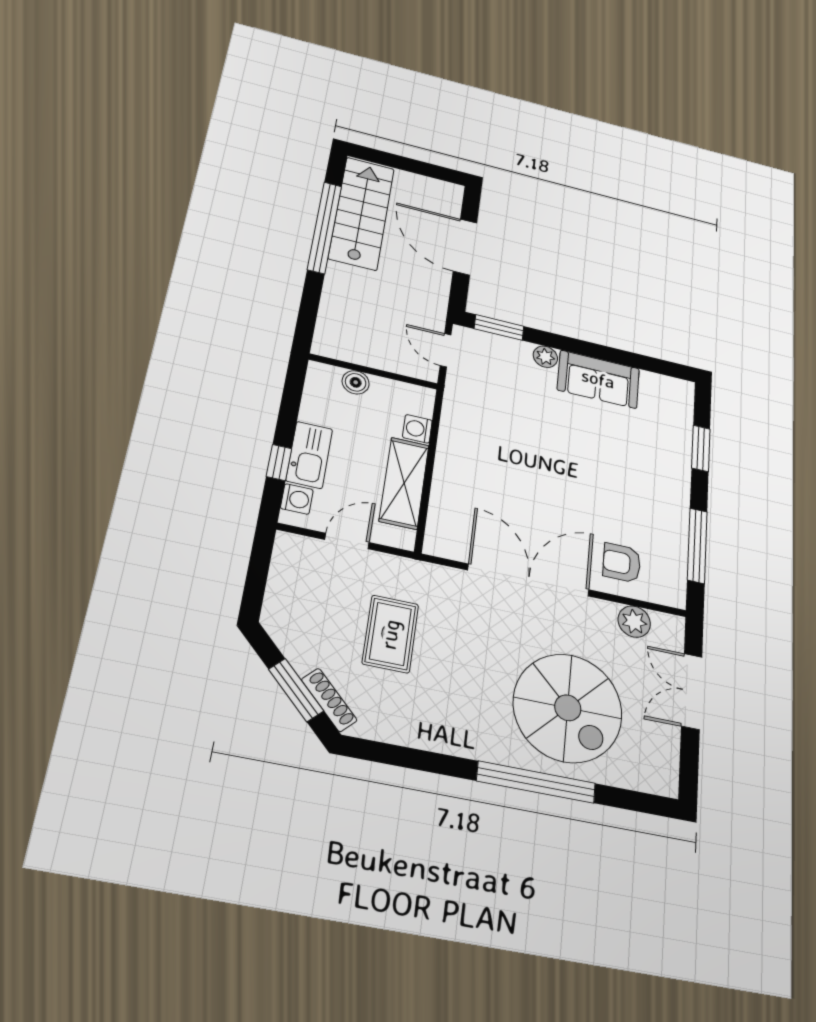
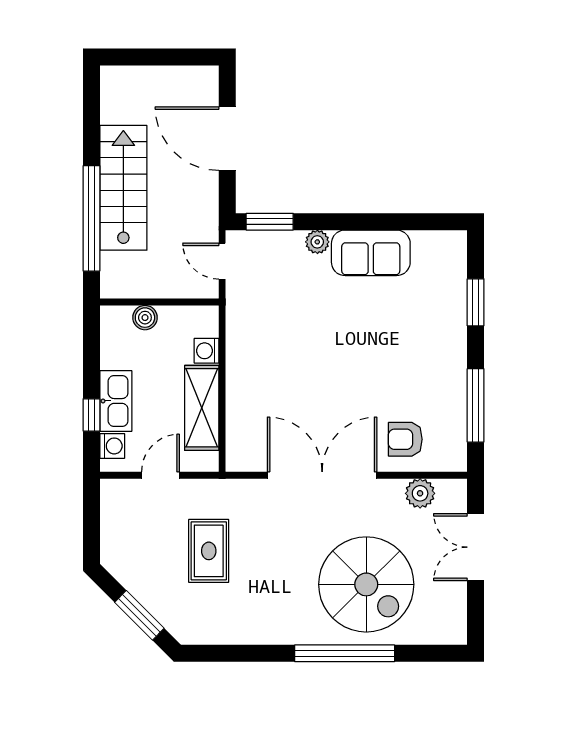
stairs: (362, 213) -> (123, 188), moved
window: (325, 227) -> (91, 218), moved
shoe rack: (329, 700) -> (167, 618), removed

